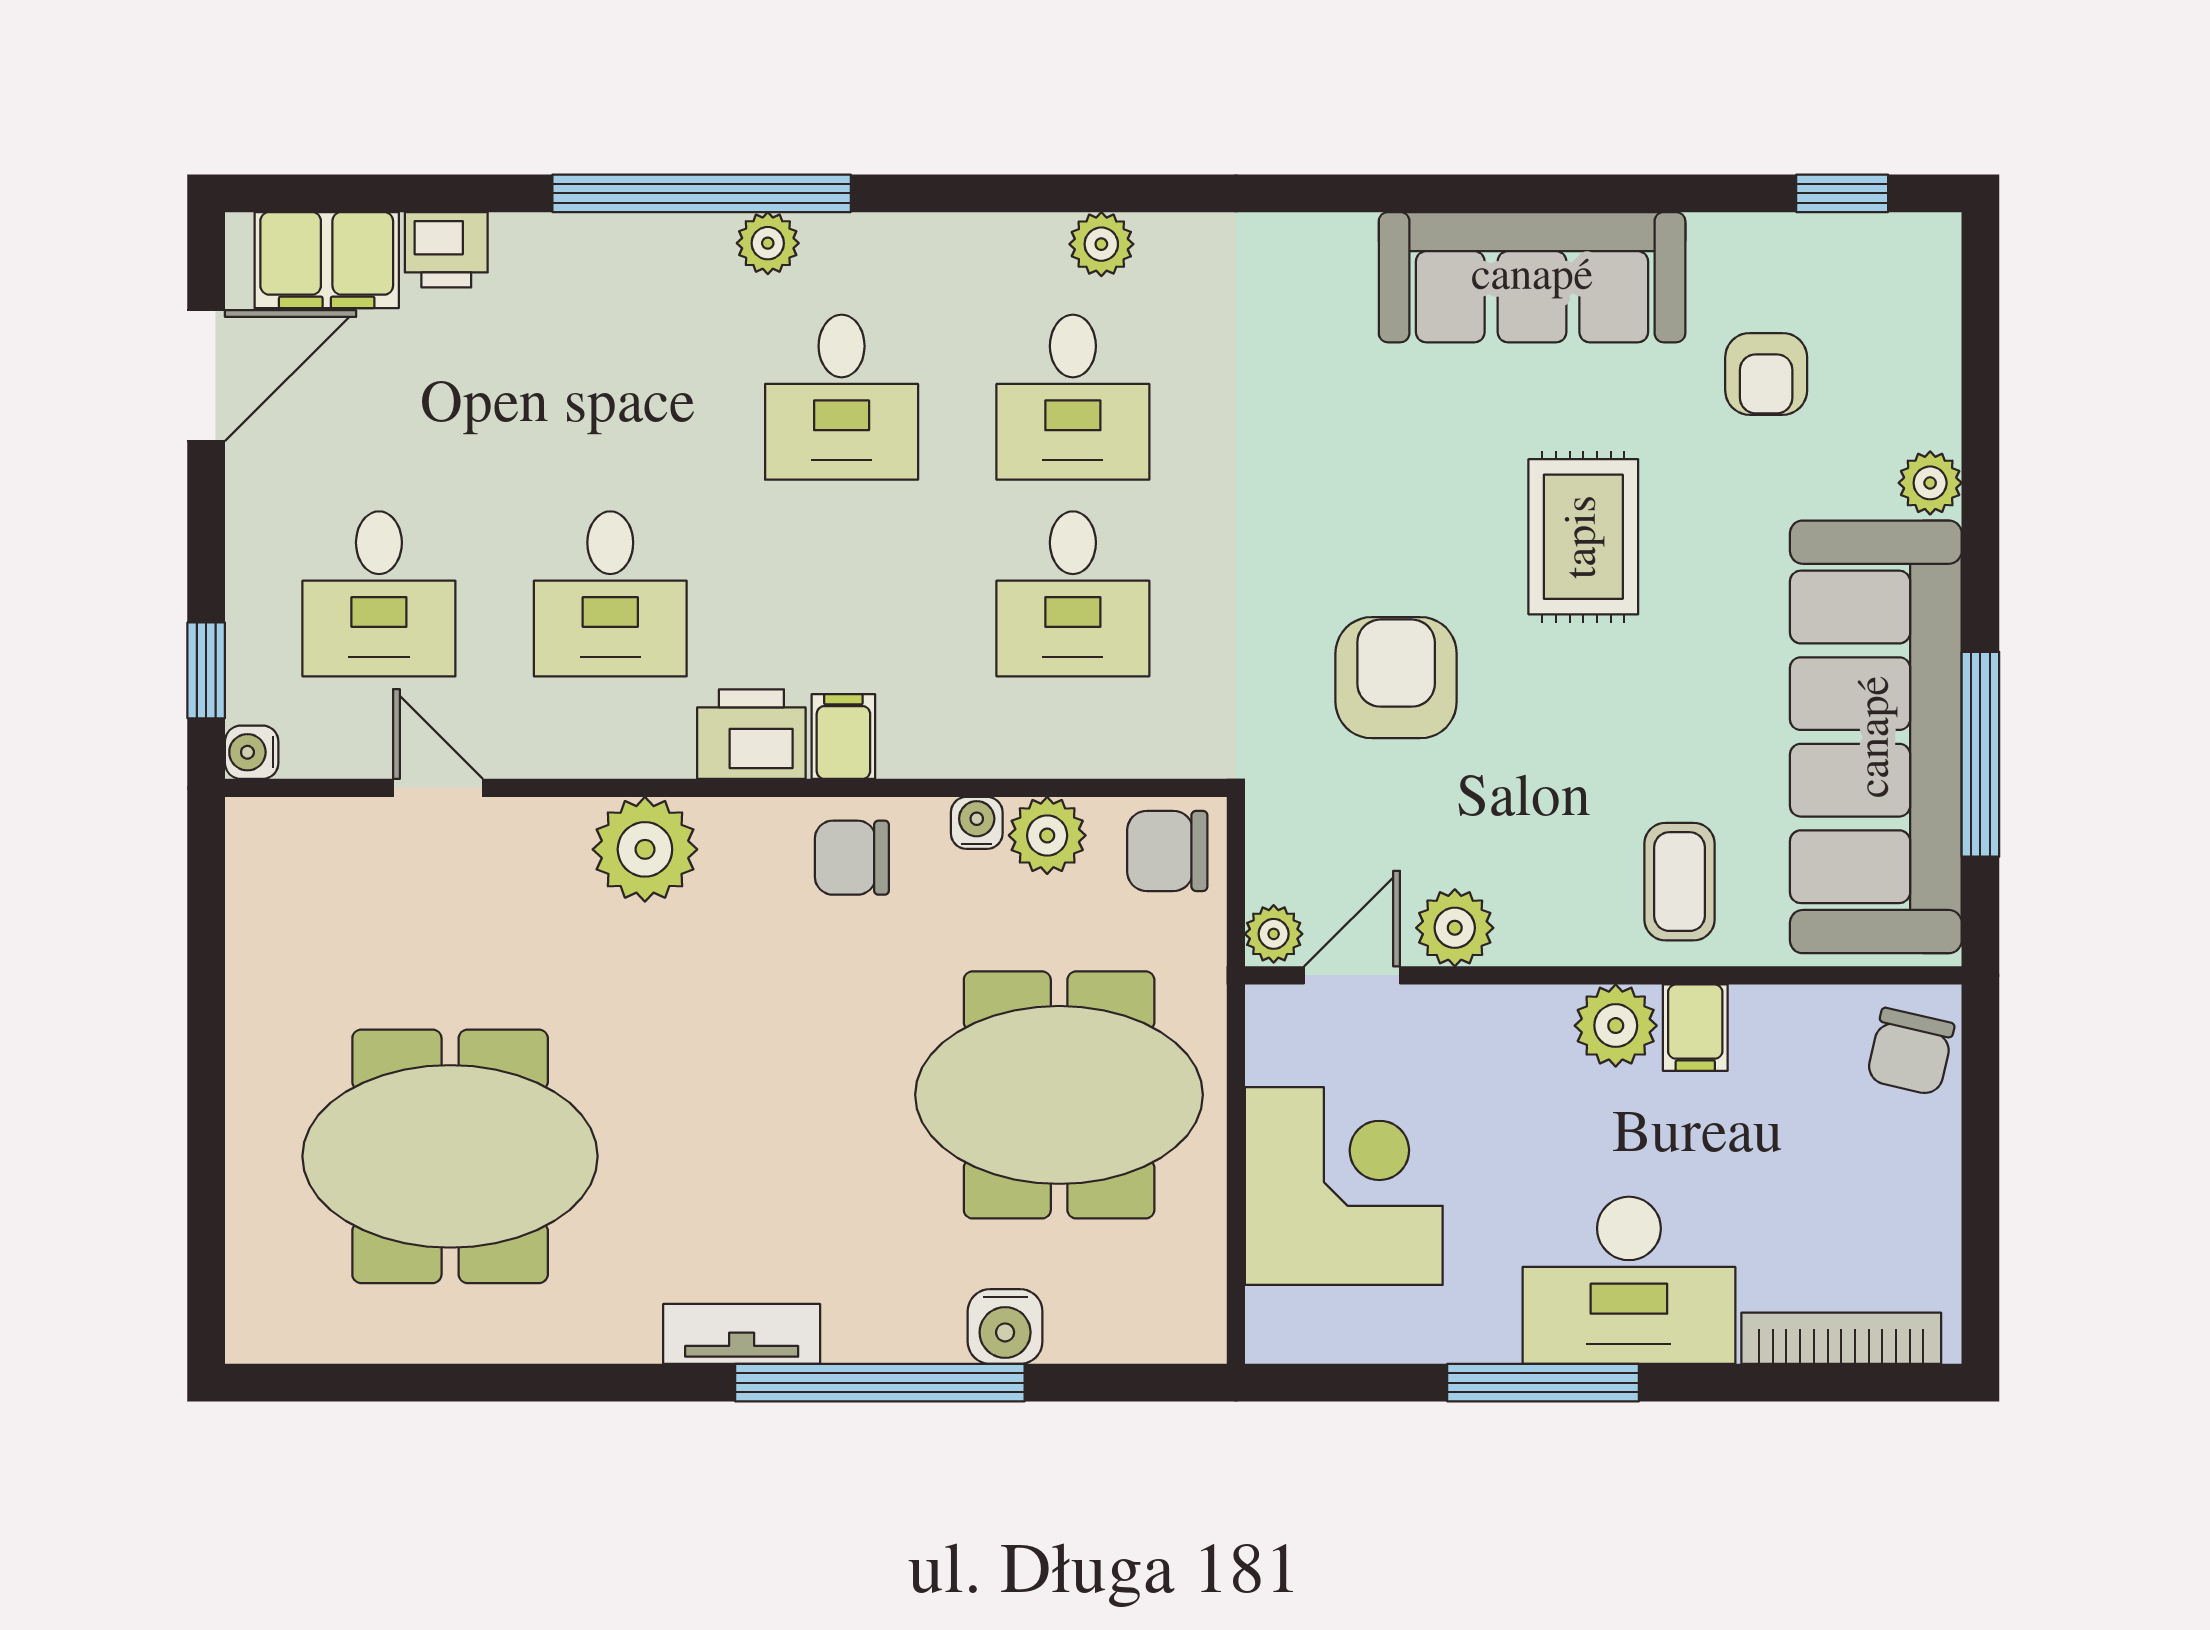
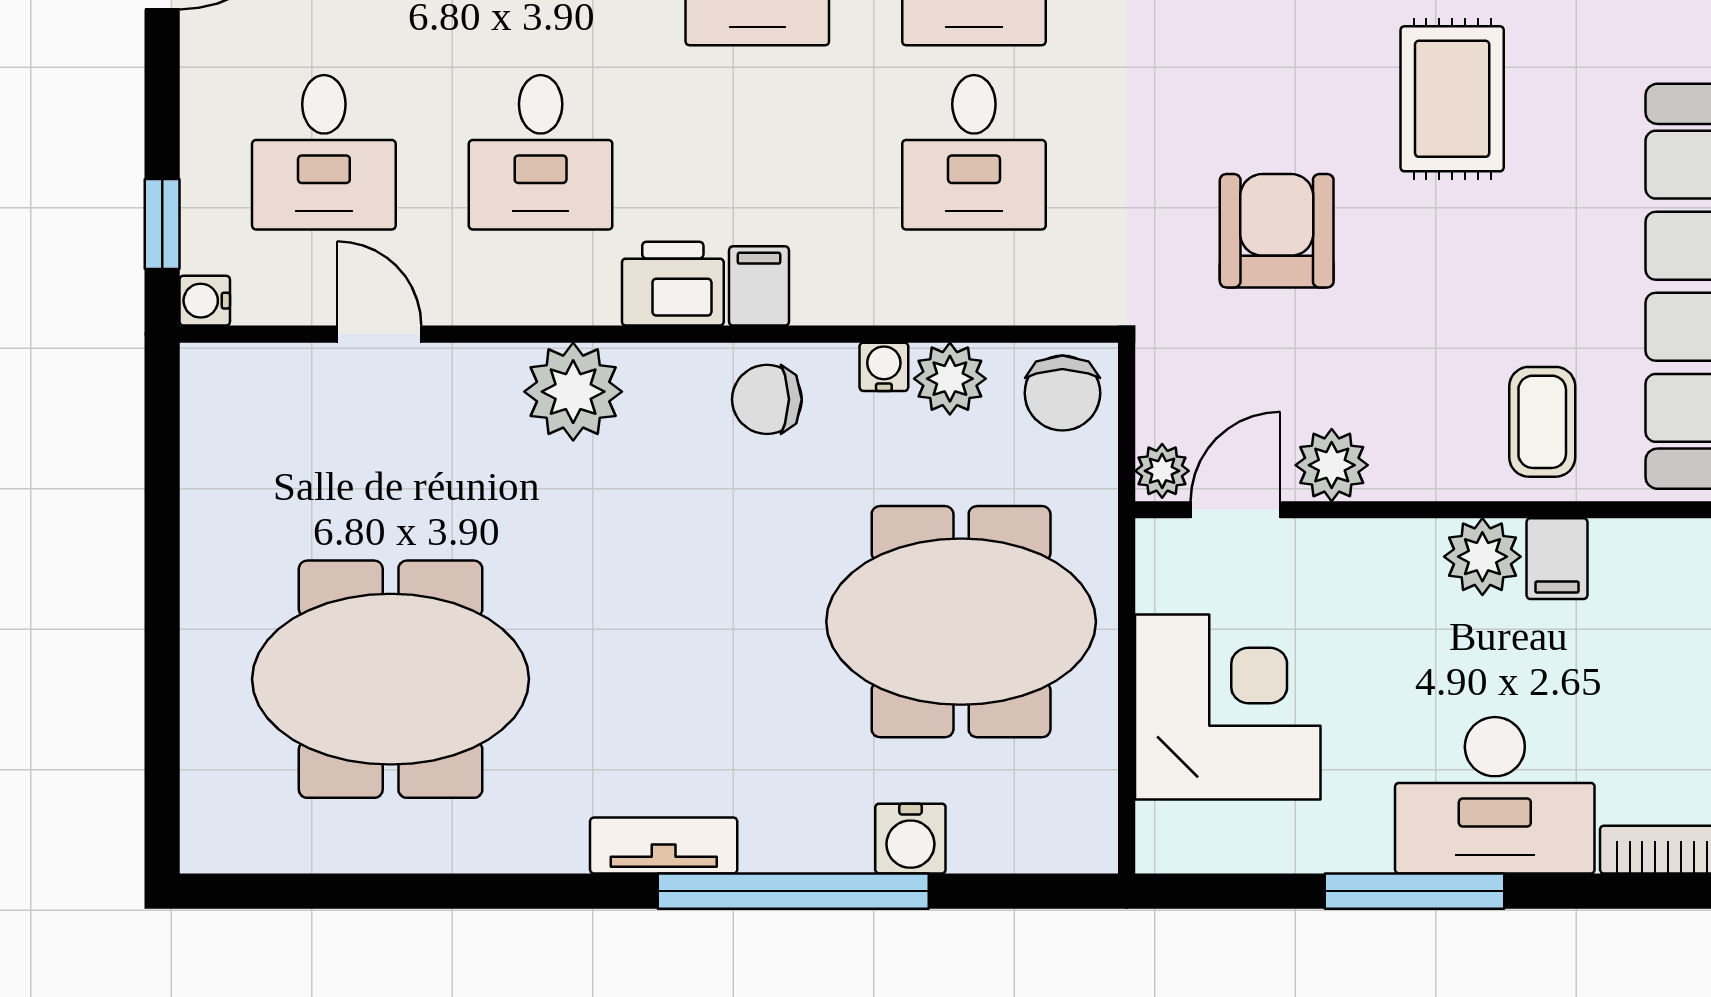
chair: (1167, 851) -> (1062, 393), turned -90

